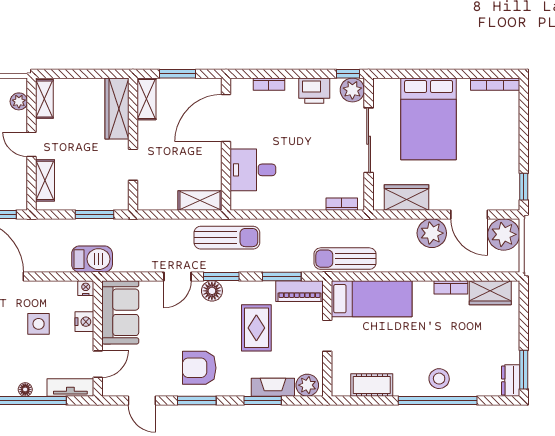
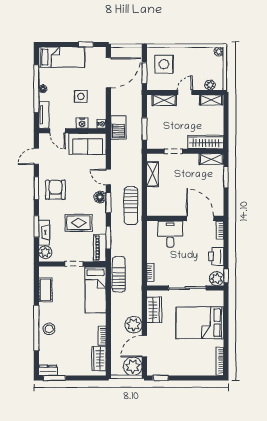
door: (226, 118) -> (200, 218), moved
wall: (226, 144) -> (185, 218), moved
desk: (253, 170) -> (170, 234), moved
shelving: (200, 200) -> (152, 174), moved

